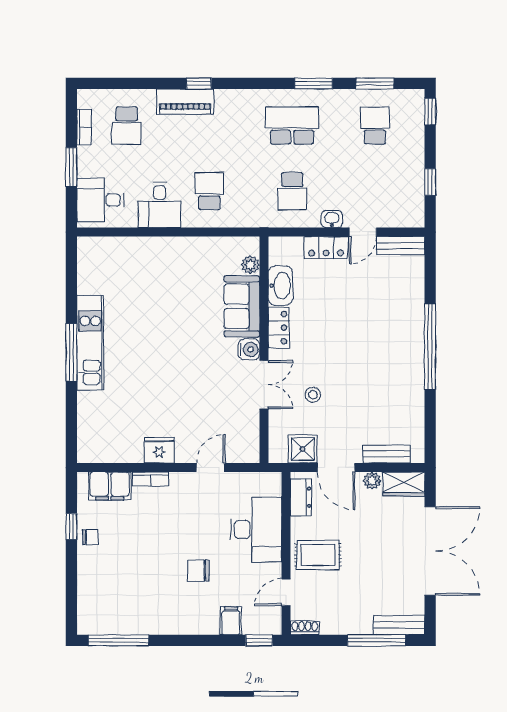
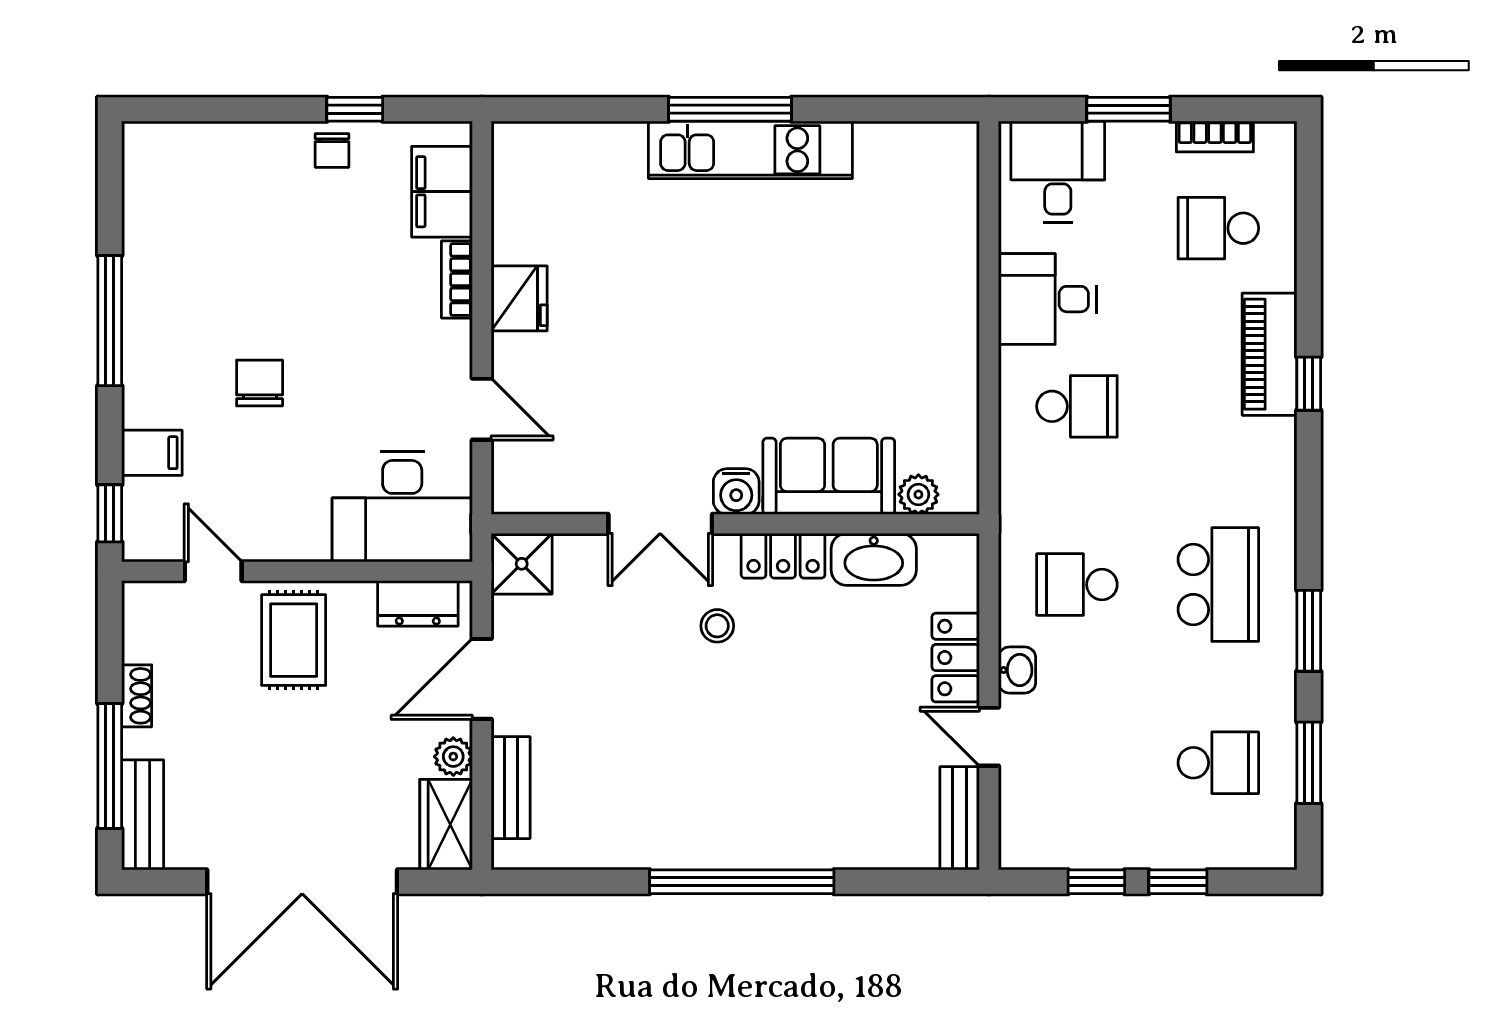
window: (430, 111) -> (1178, 882), moved
stool: (313, 395) -> (717, 626), moved
shower: (303, 449) -> (522, 564), moved
desk: (256, 529) -> (402, 507), moved
shoe rack: (305, 628) -> (137, 696), moved
window: (118, 640) -> (110, 321), moved

